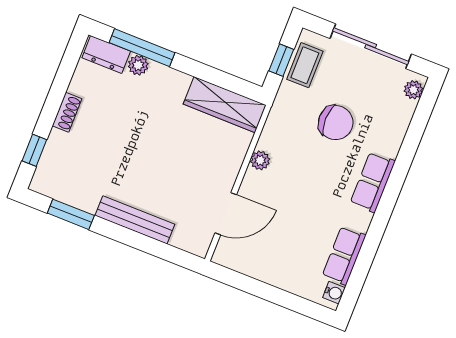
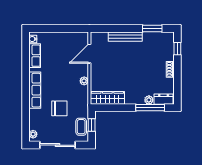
chair: (336, 123) -> (59, 108), turned 180
row of seats: (373, 182) -> (35, 90), width x1.48

